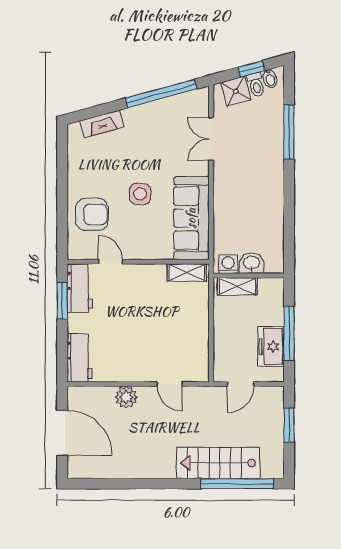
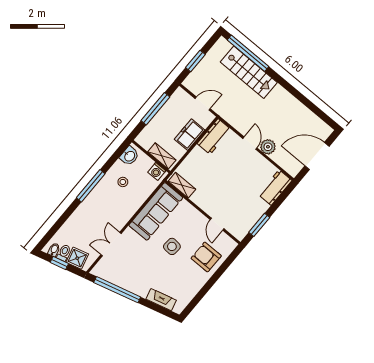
window: (289, 132) -> (91, 186), moved
double door: (211, 139) -> (111, 244), swing flipped
stool: (256, 220) -> (123, 182), added
washbasin: (251, 263) -> (129, 156), moved, turned -90
workbench: (80, 288) -> (214, 136), moved, turned 180
freezer: (271, 346) -> (190, 135), moved, turned 180
door: (169, 384) -> (250, 143), moved
door: (62, 433) -> (317, 156), hinge flipped

